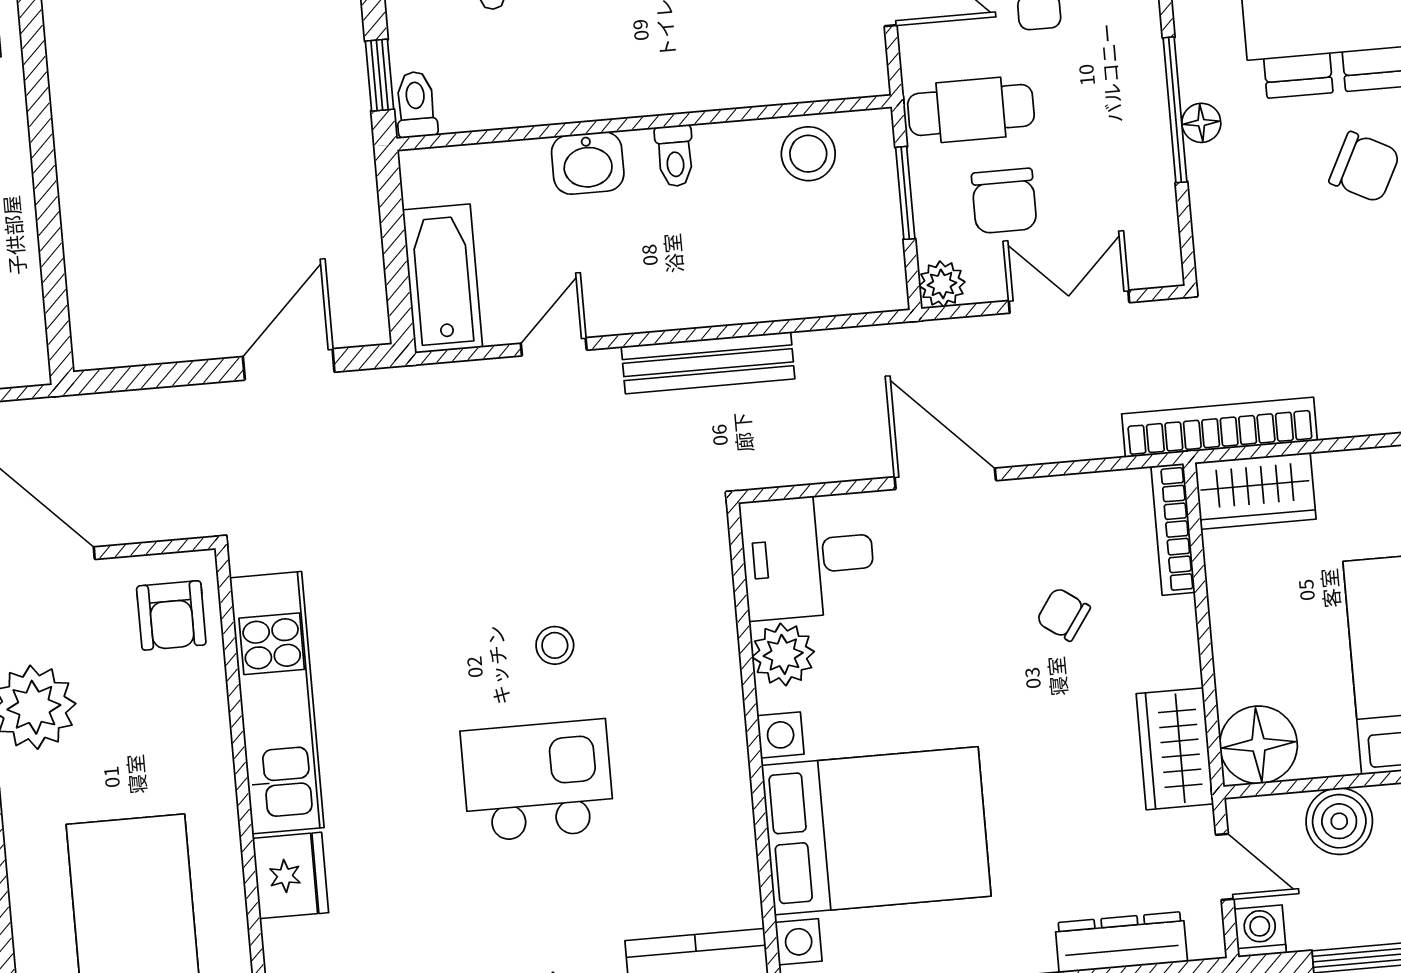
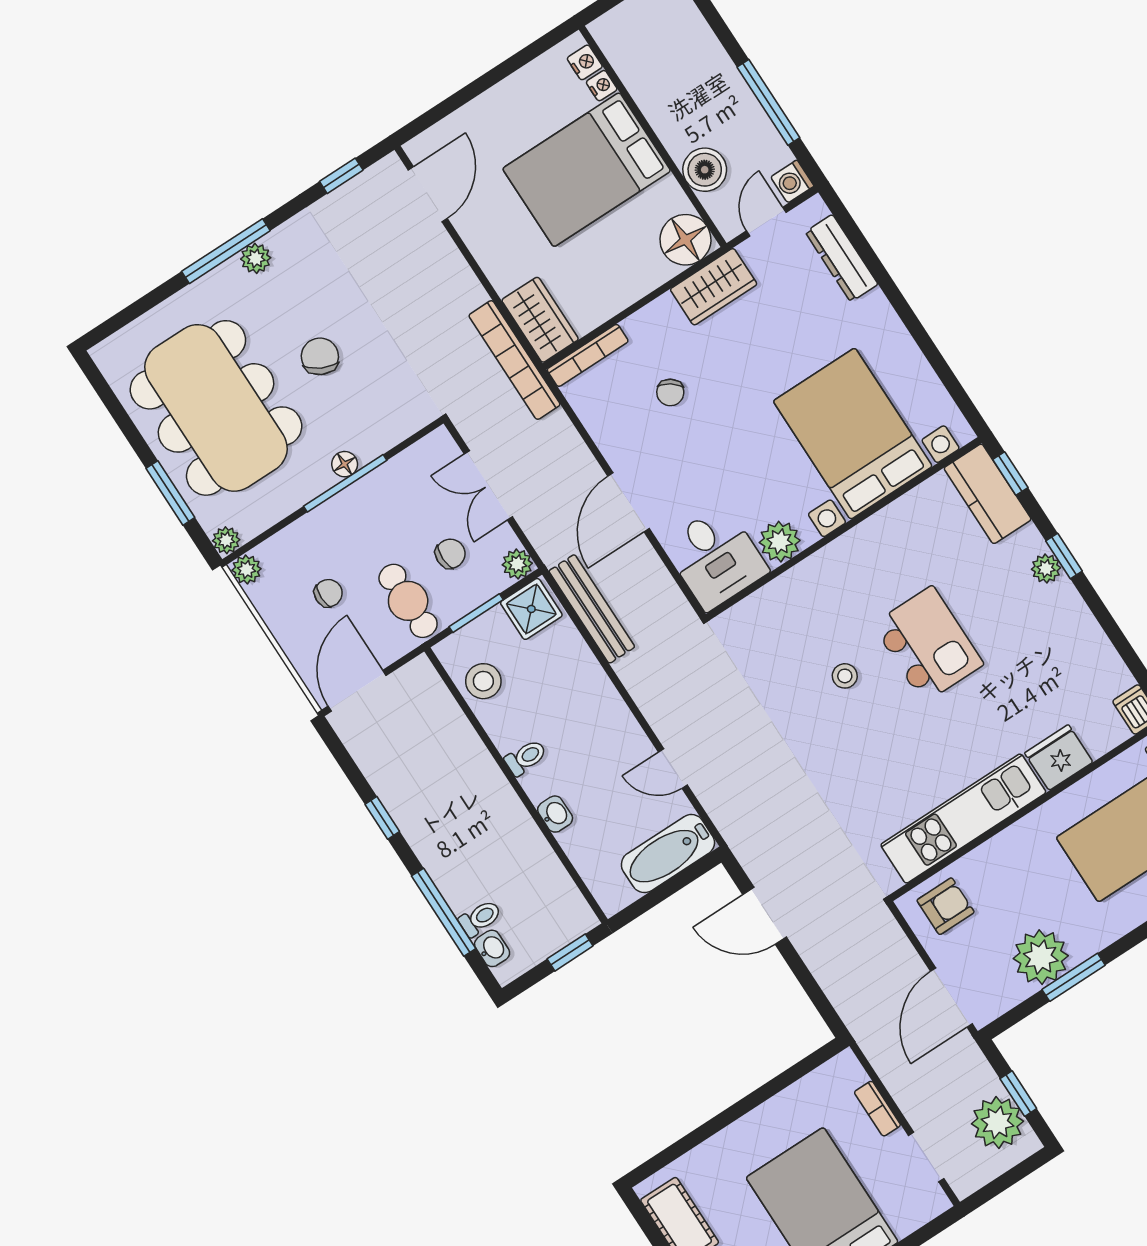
toilet: (416, 104) -> (576, 922), removed
washbasin: (588, 163) -> (555, 814), width x0.72, depth x0.69
chair: (1004, 201) -> (450, 554), width x0.73, depth x0.73
shower: (871, 271) -> (531, 609), added
bench: (708, 363) -> (592, 609), moved
kitchen island: (537, 781) -> (928, 644), turned 180

